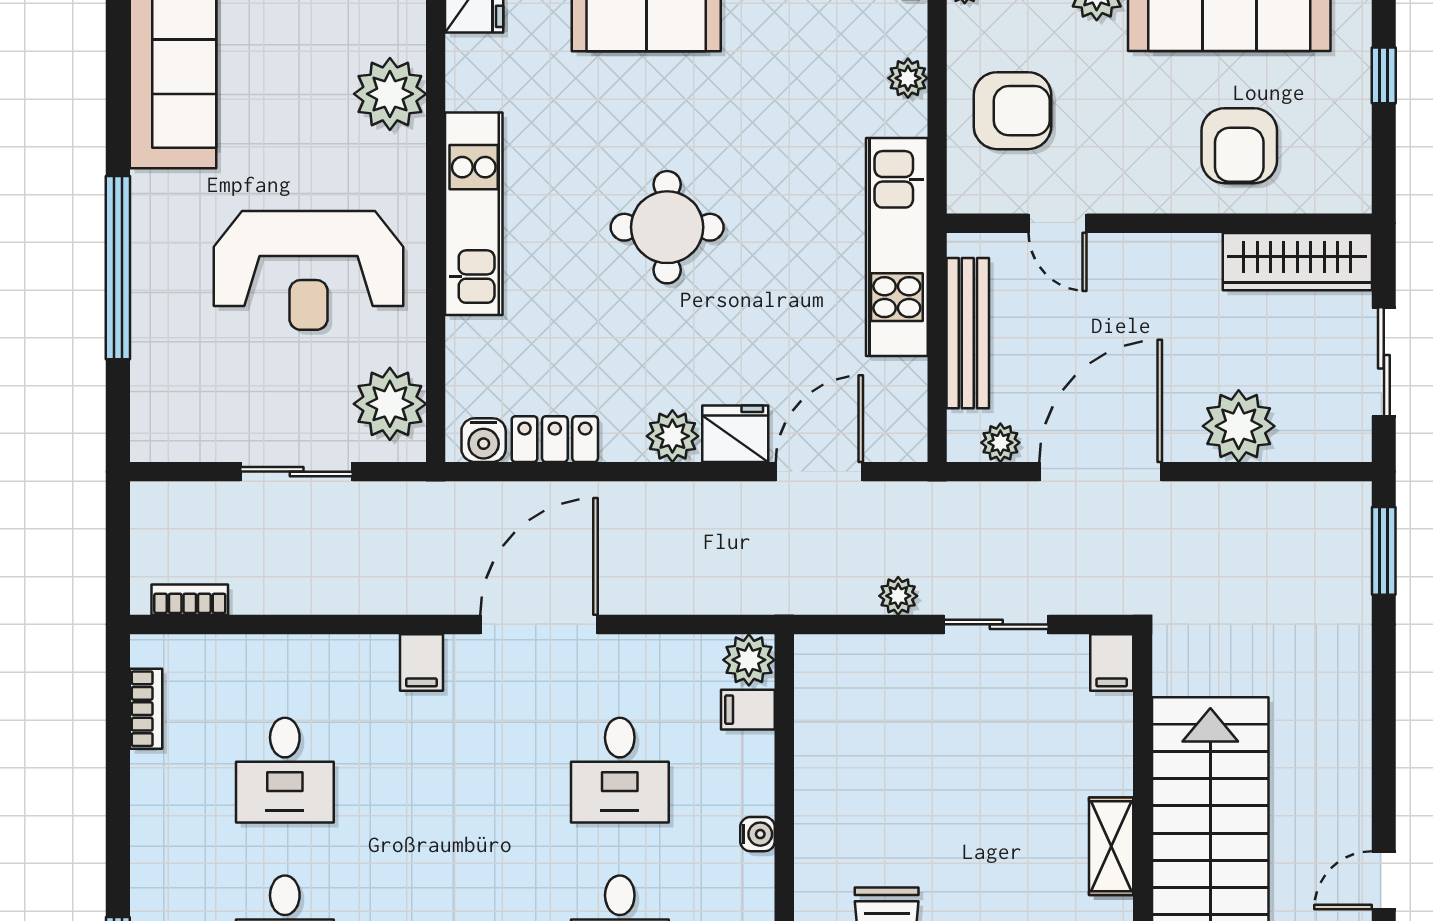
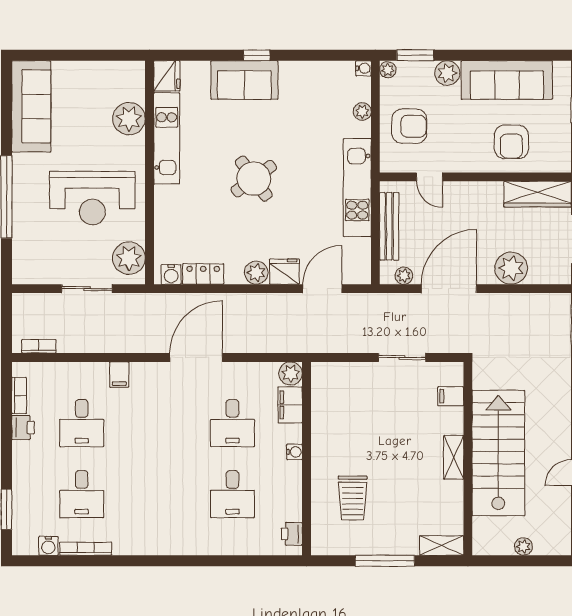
kitchen unit: (474, 214) -> (167, 138), moved
round table: (667, 227) -> (254, 179), turned -36
plant: (898, 596) -> (358, 345), removed
filing cabinet: (421, 662) -> (119, 375), moved
filing cabinet: (1112, 663) -> (451, 396), moved, turned 90
filing cabinet: (748, 710) -> (290, 405), width x2.00
printer: (155, 780) -> (23, 427), added

